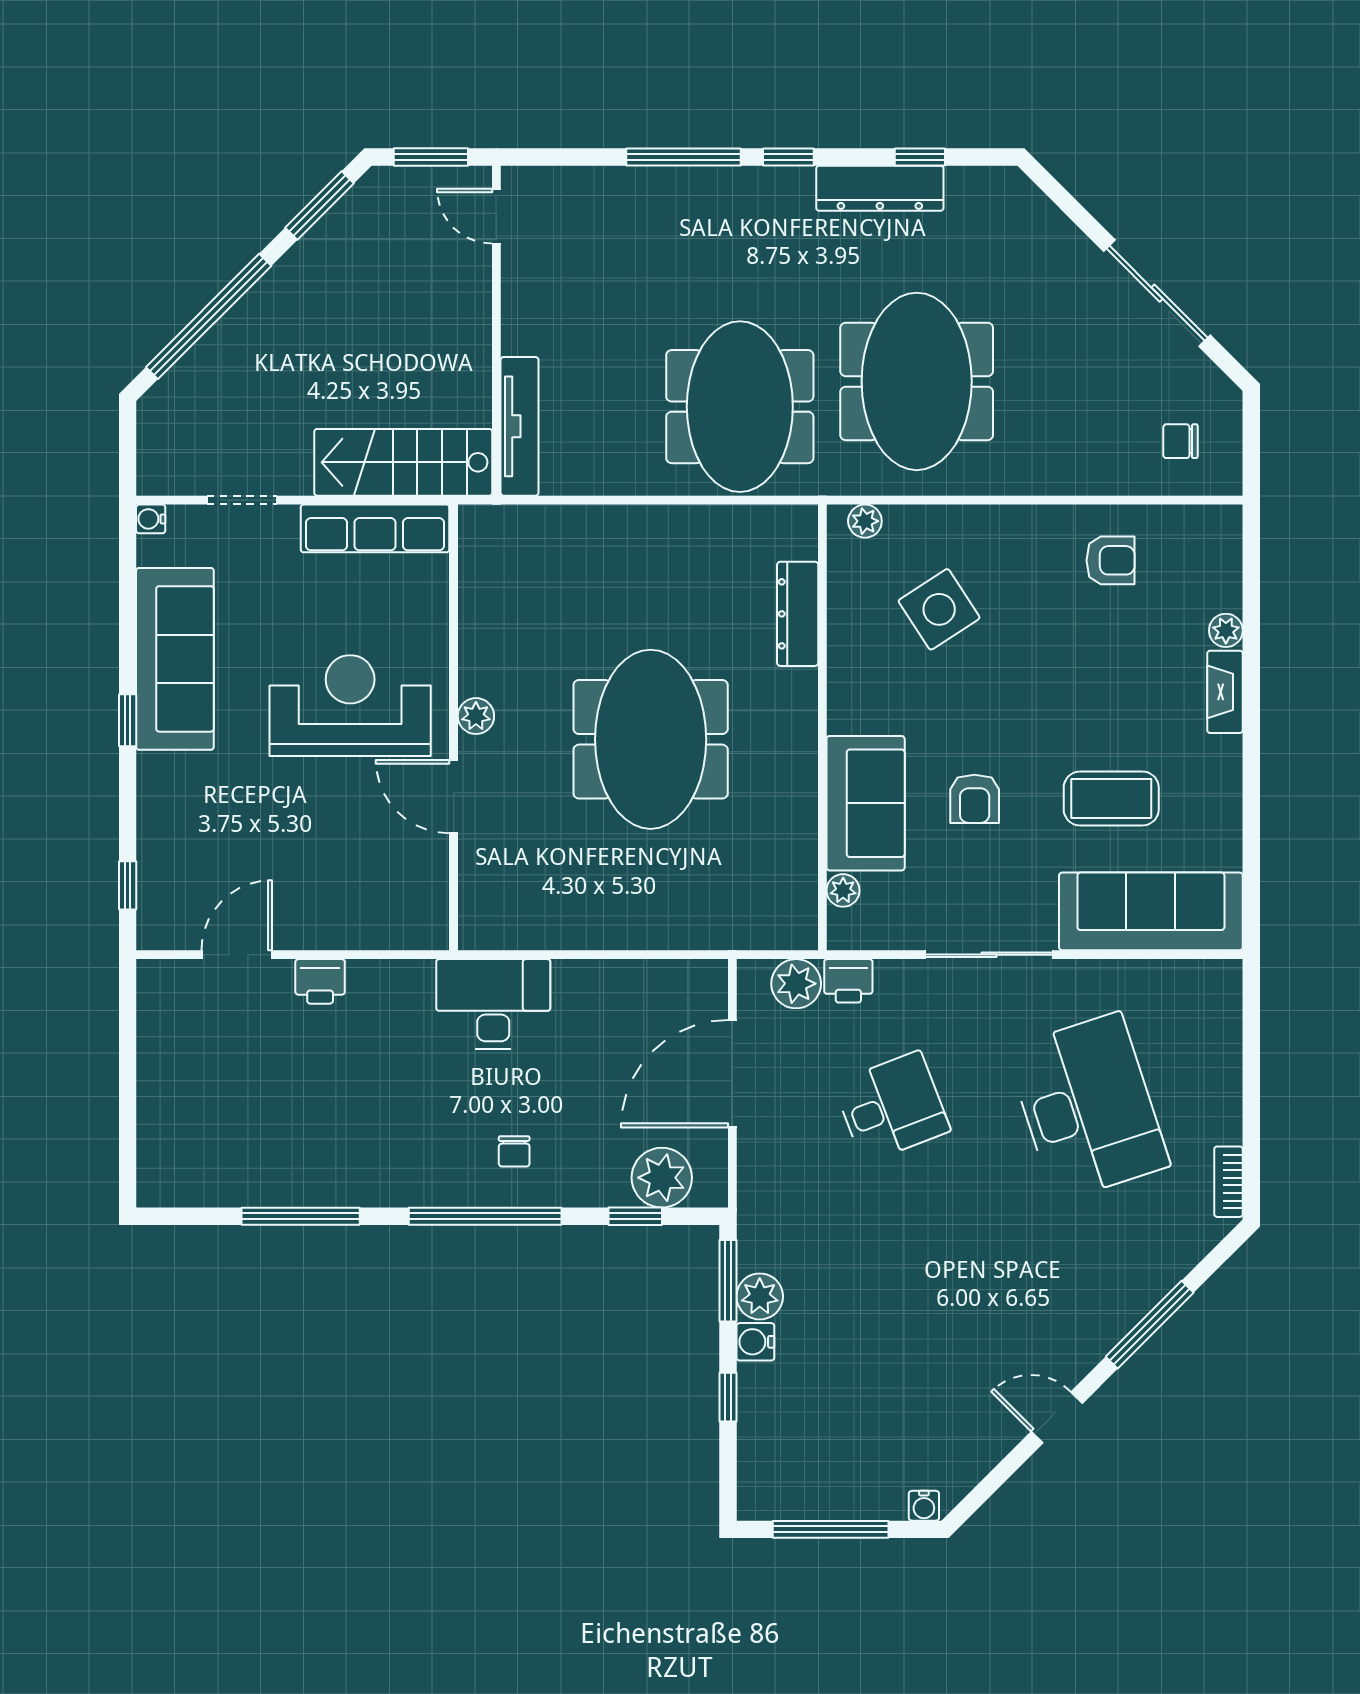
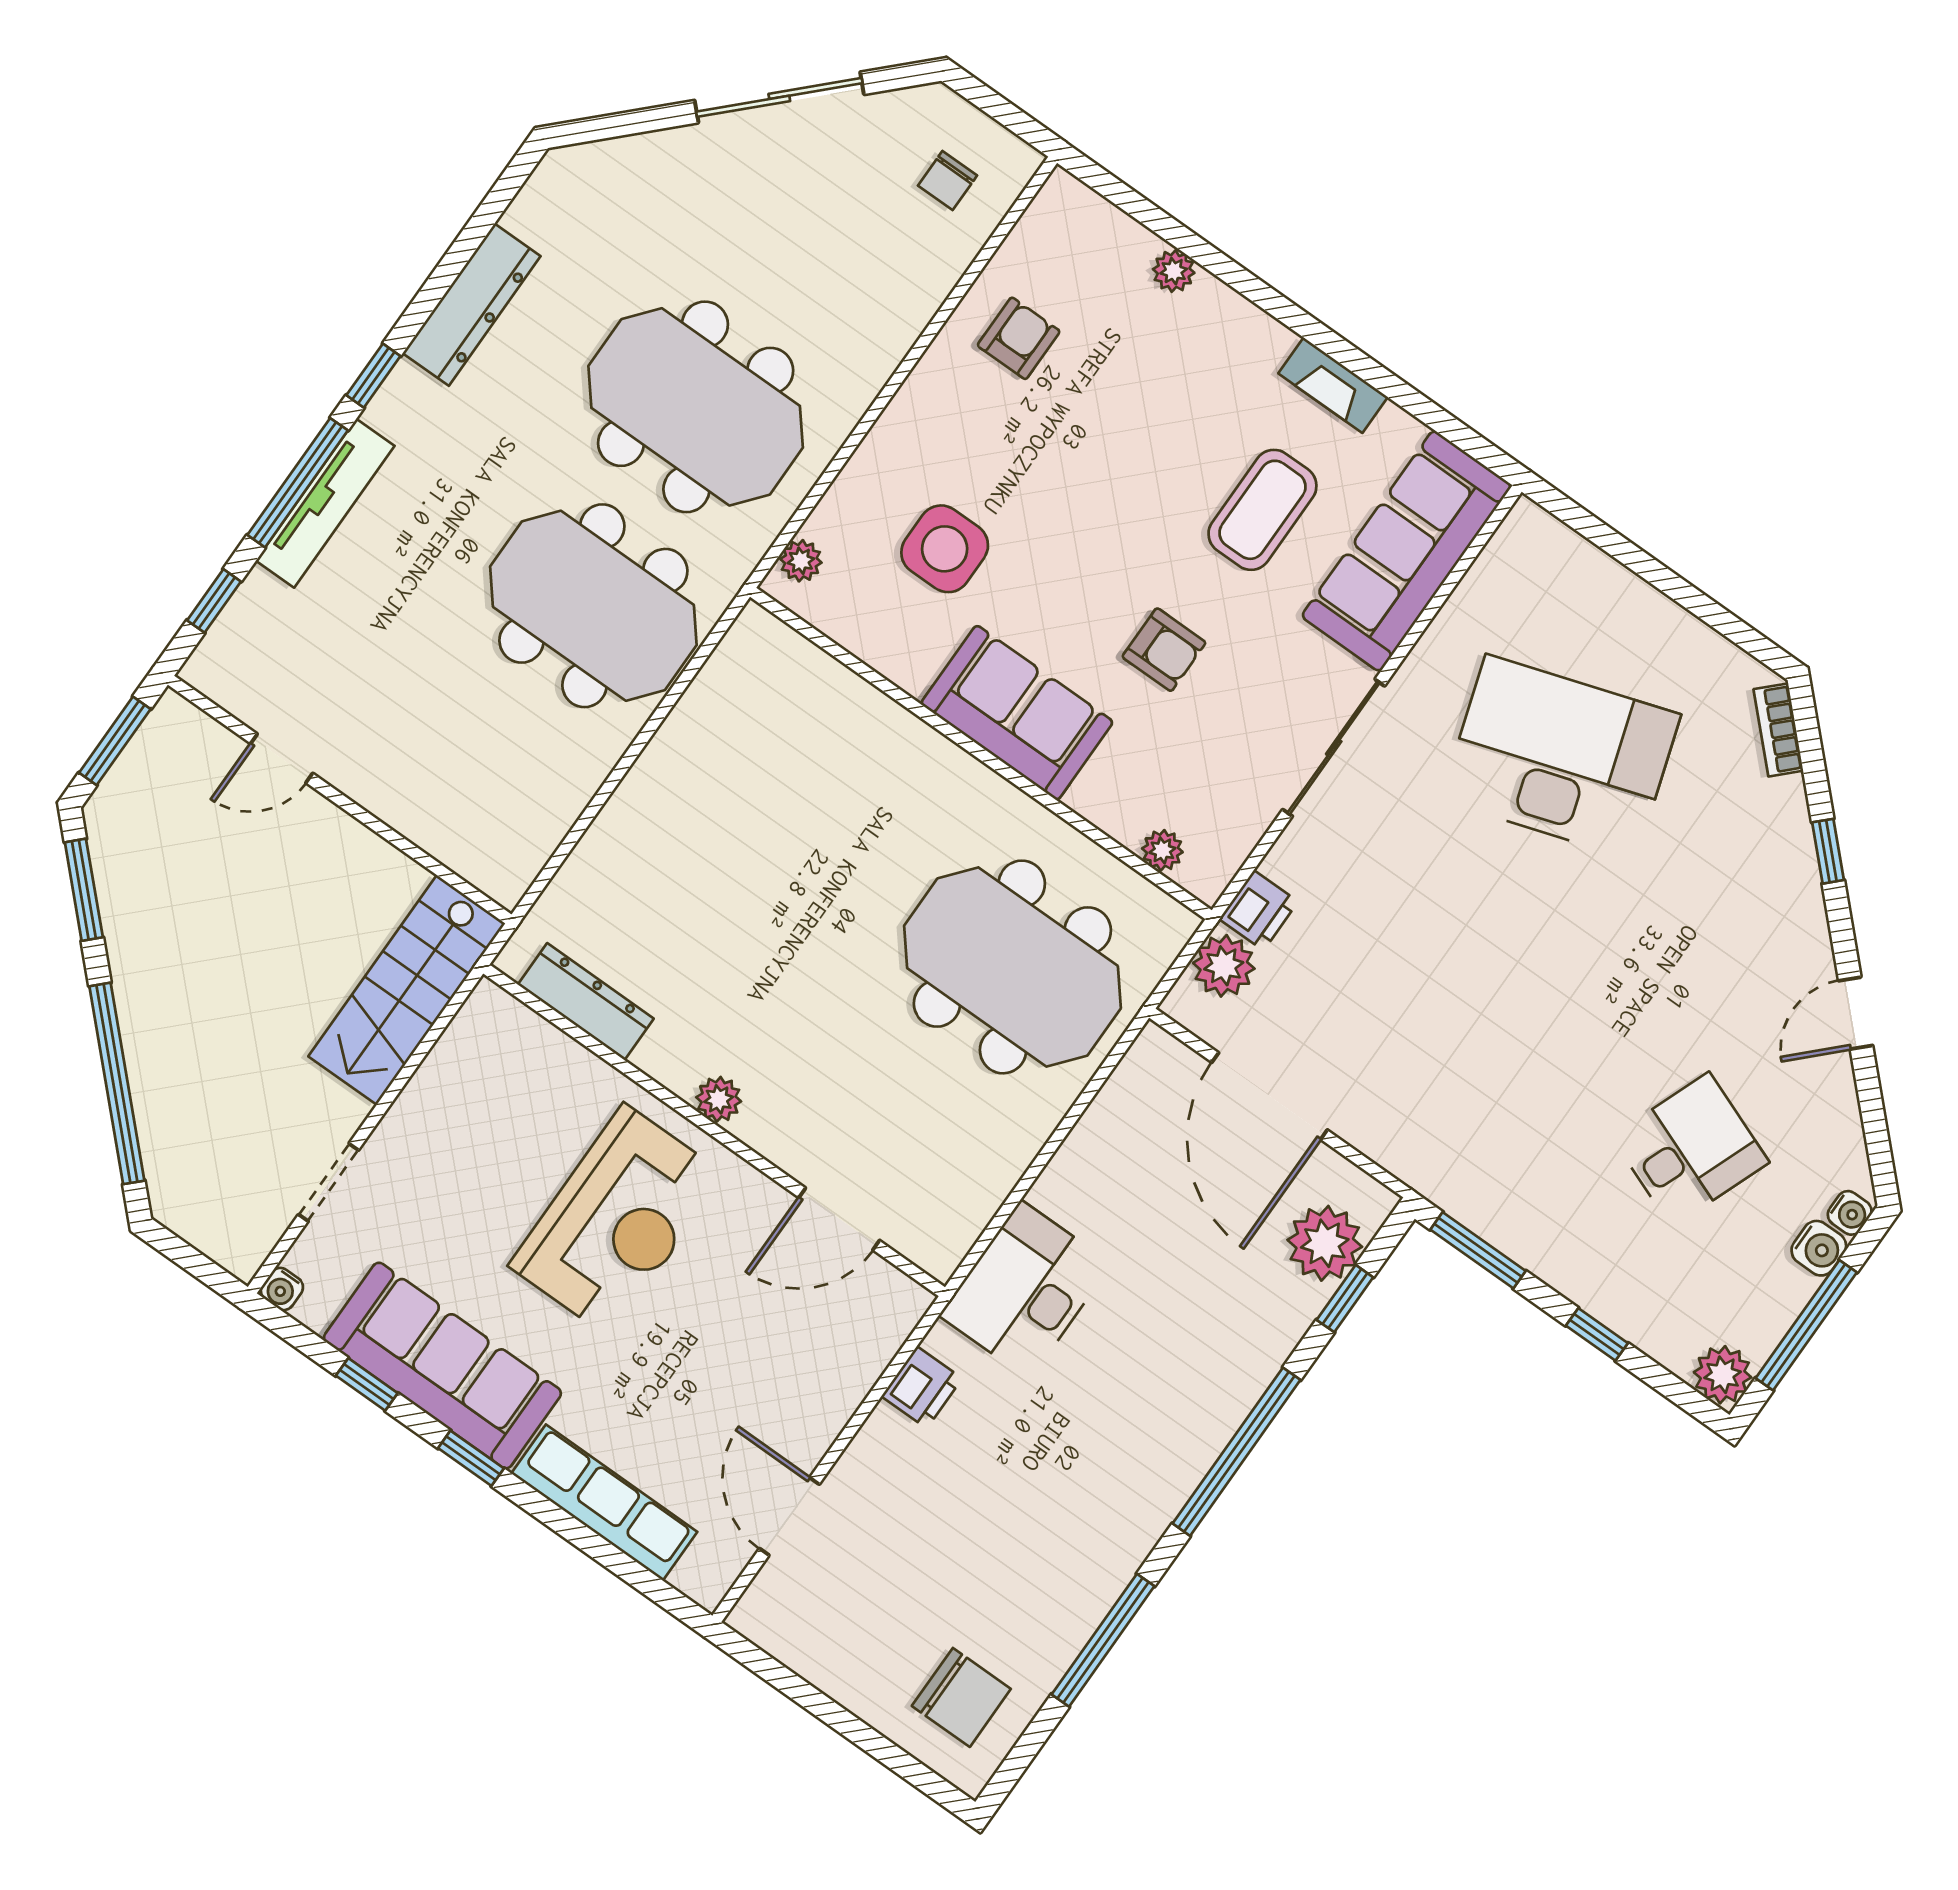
window: (920, 157) -> (214, 601), moved
door: (496, 216) -> (282, 758), moved
tv unit: (520, 426) -> (325, 503), moved, turned 90
row of seats: (375, 528) -> (604, 1503), moved, turned -90
side table: (939, 609) -> (945, 549), turned 33
dresser: (798, 614) -> (586, 1002), moved, turned 180
fireplace: (1225, 692) -> (1333, 385), moved
reception desk: (350, 706) -> (617, 1220), turned 180
meeting table: (651, 739) -> (1012, 967), moved
door: (454, 797) -> (839, 1219), moved
sofa: (866, 803) -> (1017, 713), moved
window: (128, 885) -> (367, 1384), moved
printer: (320, 981) -> (922, 1387), moved
desk: (892, 1107) -> (1690, 1150), moved, turned 42
chair: (514, 1151) -> (961, 1697), moved, width x1.87, depth x1.87
bookcase: (1228, 1182) -> (1778, 730), moved, turned 45
plant: (760, 1296) -> (1723, 1375), moved
window: (1150, 1325) -> (1828, 851), width x0.46
water cooler: (755, 1342) -> (1819, 1248), moved, turned -90

